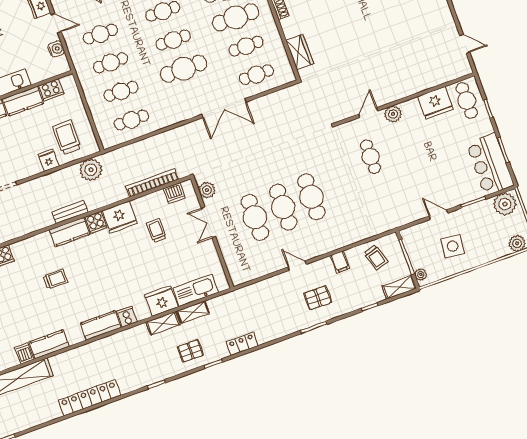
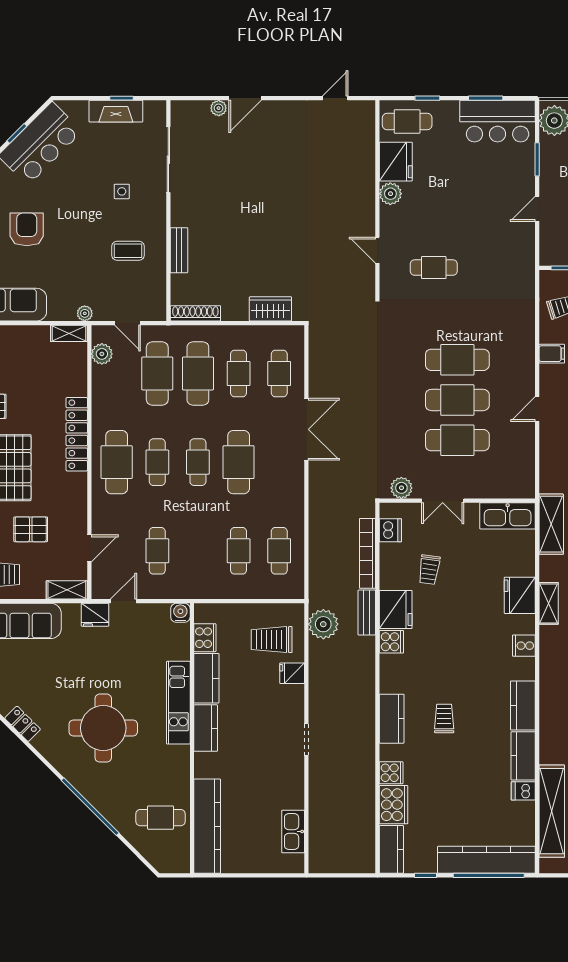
water cooler: (56, 49) -> (180, 613), moved
cafe table: (111, 63) -> (198, 551), removed
plant: (393, 114) -> (390, 194), moved
bench: (70, 212) -> (367, 613), moved
trolley: (156, 230) -> (429, 570), turned -82
kitchen counter: (69, 232) -> (392, 719), moved
kitchen sink: (195, 290) -> (508, 516), moved, turned -90
shelving: (193, 312) -> (551, 524), moved, width x1.50, depth x1.33
kitchen counter: (101, 325) -> (523, 705), moved

